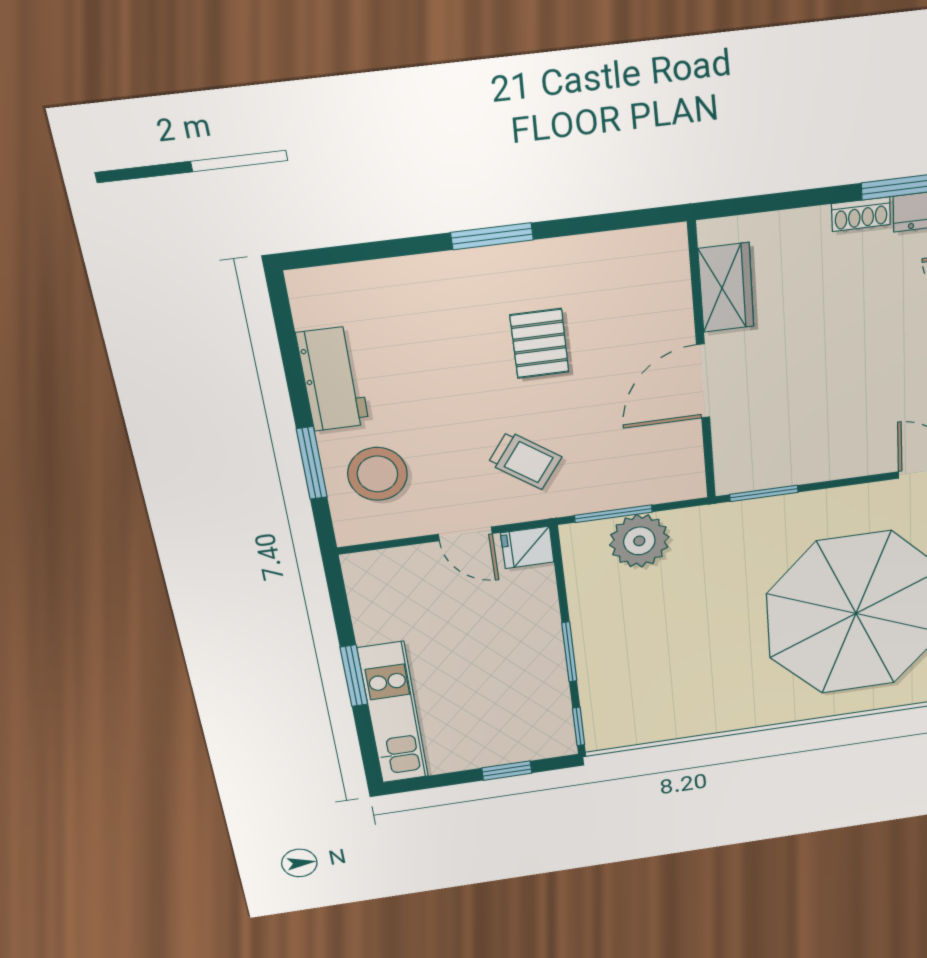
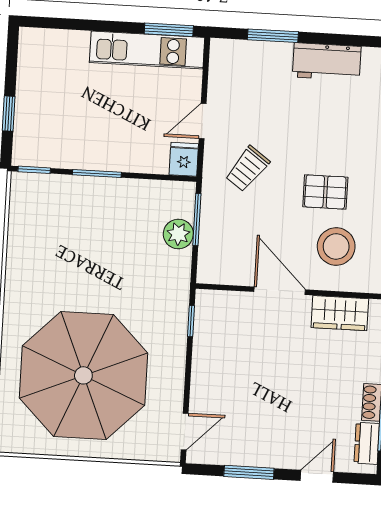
stool: (377, 474) -> (336, 246), moved
window: (764, 493) -> (191, 321), width x0.67
plant: (639, 541) -> (178, 234), width x0.73, depth x0.73
window: (354, 676) -> (169, 30), moved
kitchen unit: (393, 713) -> (147, 50), moved

